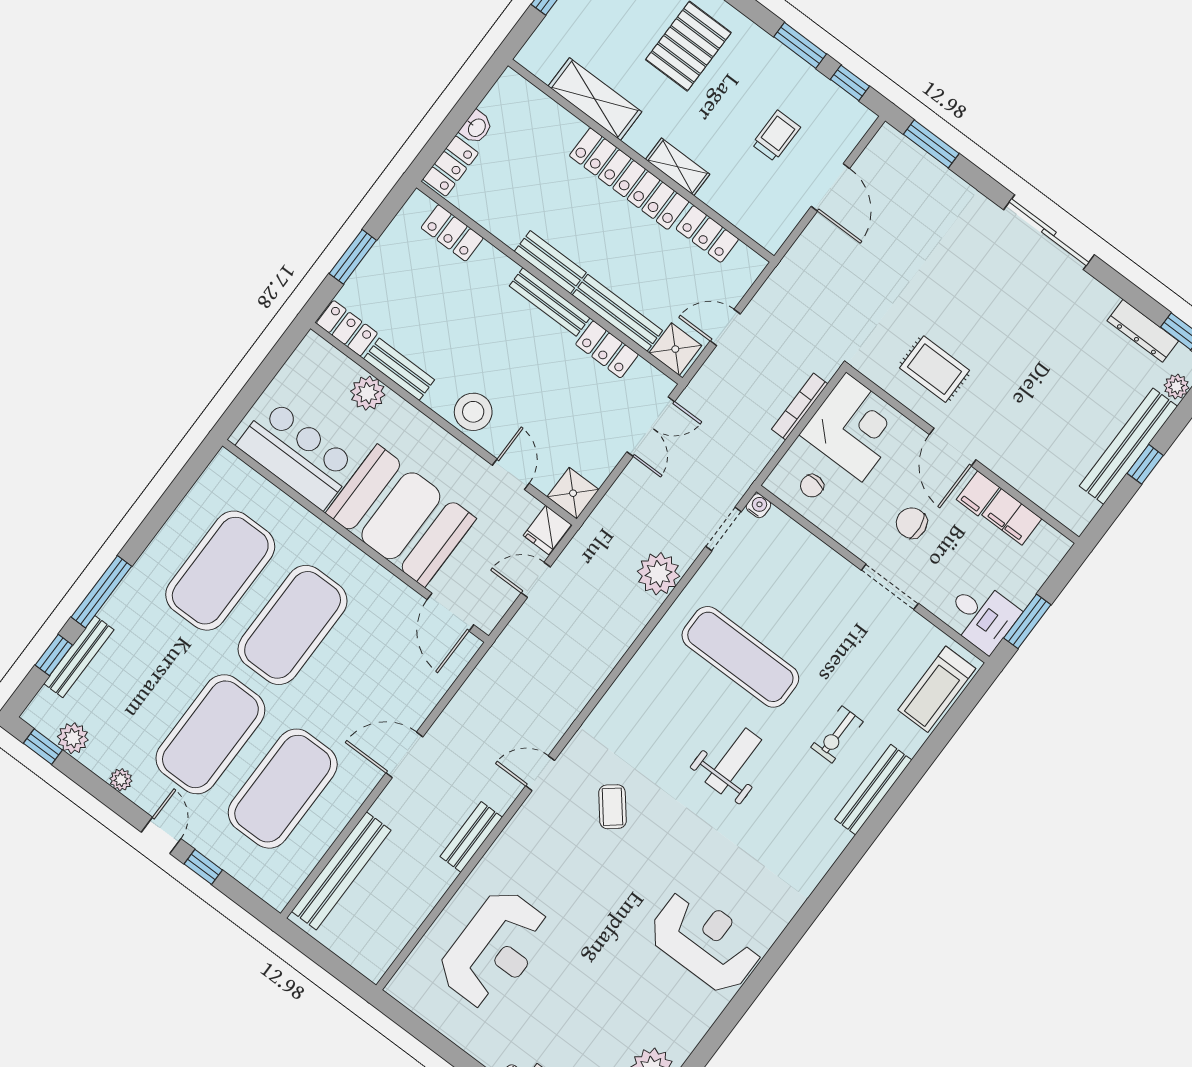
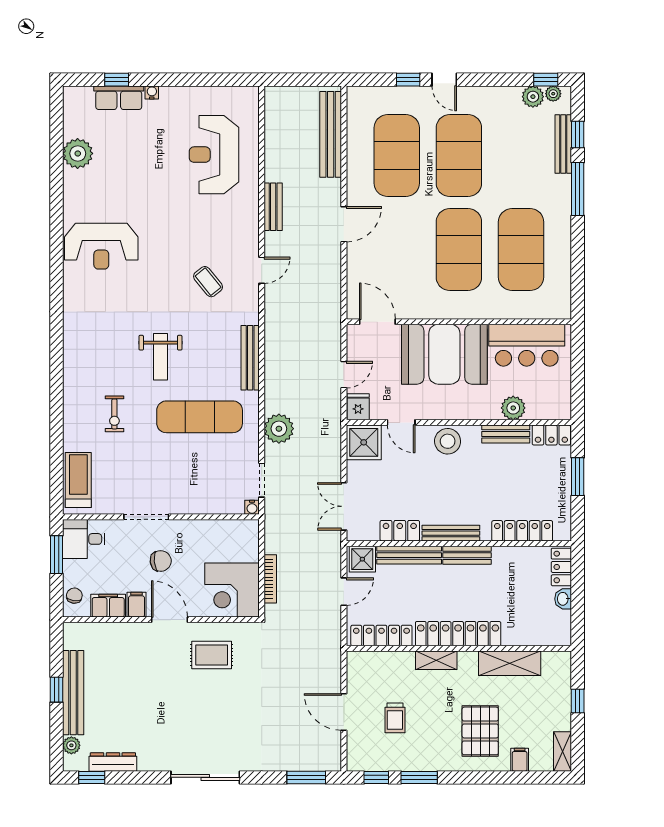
locker: (452, 233) -> (522, 531), width x1.53
locker: (707, 234) -> (381, 636), width x1.53
chair: (812, 486) -> (74, 596), moved
shower: (573, 493) -> (364, 442), width x1.36, depth x1.36
exercise bike: (837, 735) -> (114, 414), turned 180
plant: (121, 780) -> (553, 94), moved
bench: (873, 790) -> (250, 358), moved

